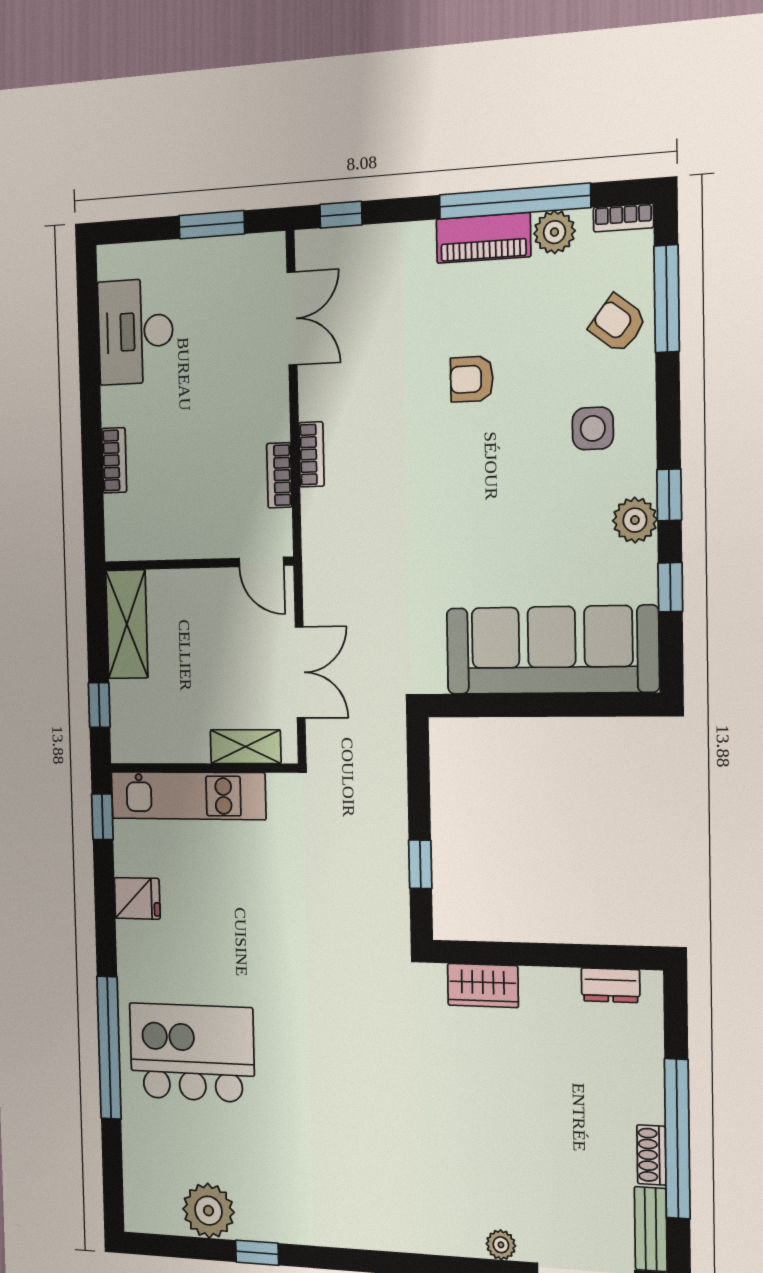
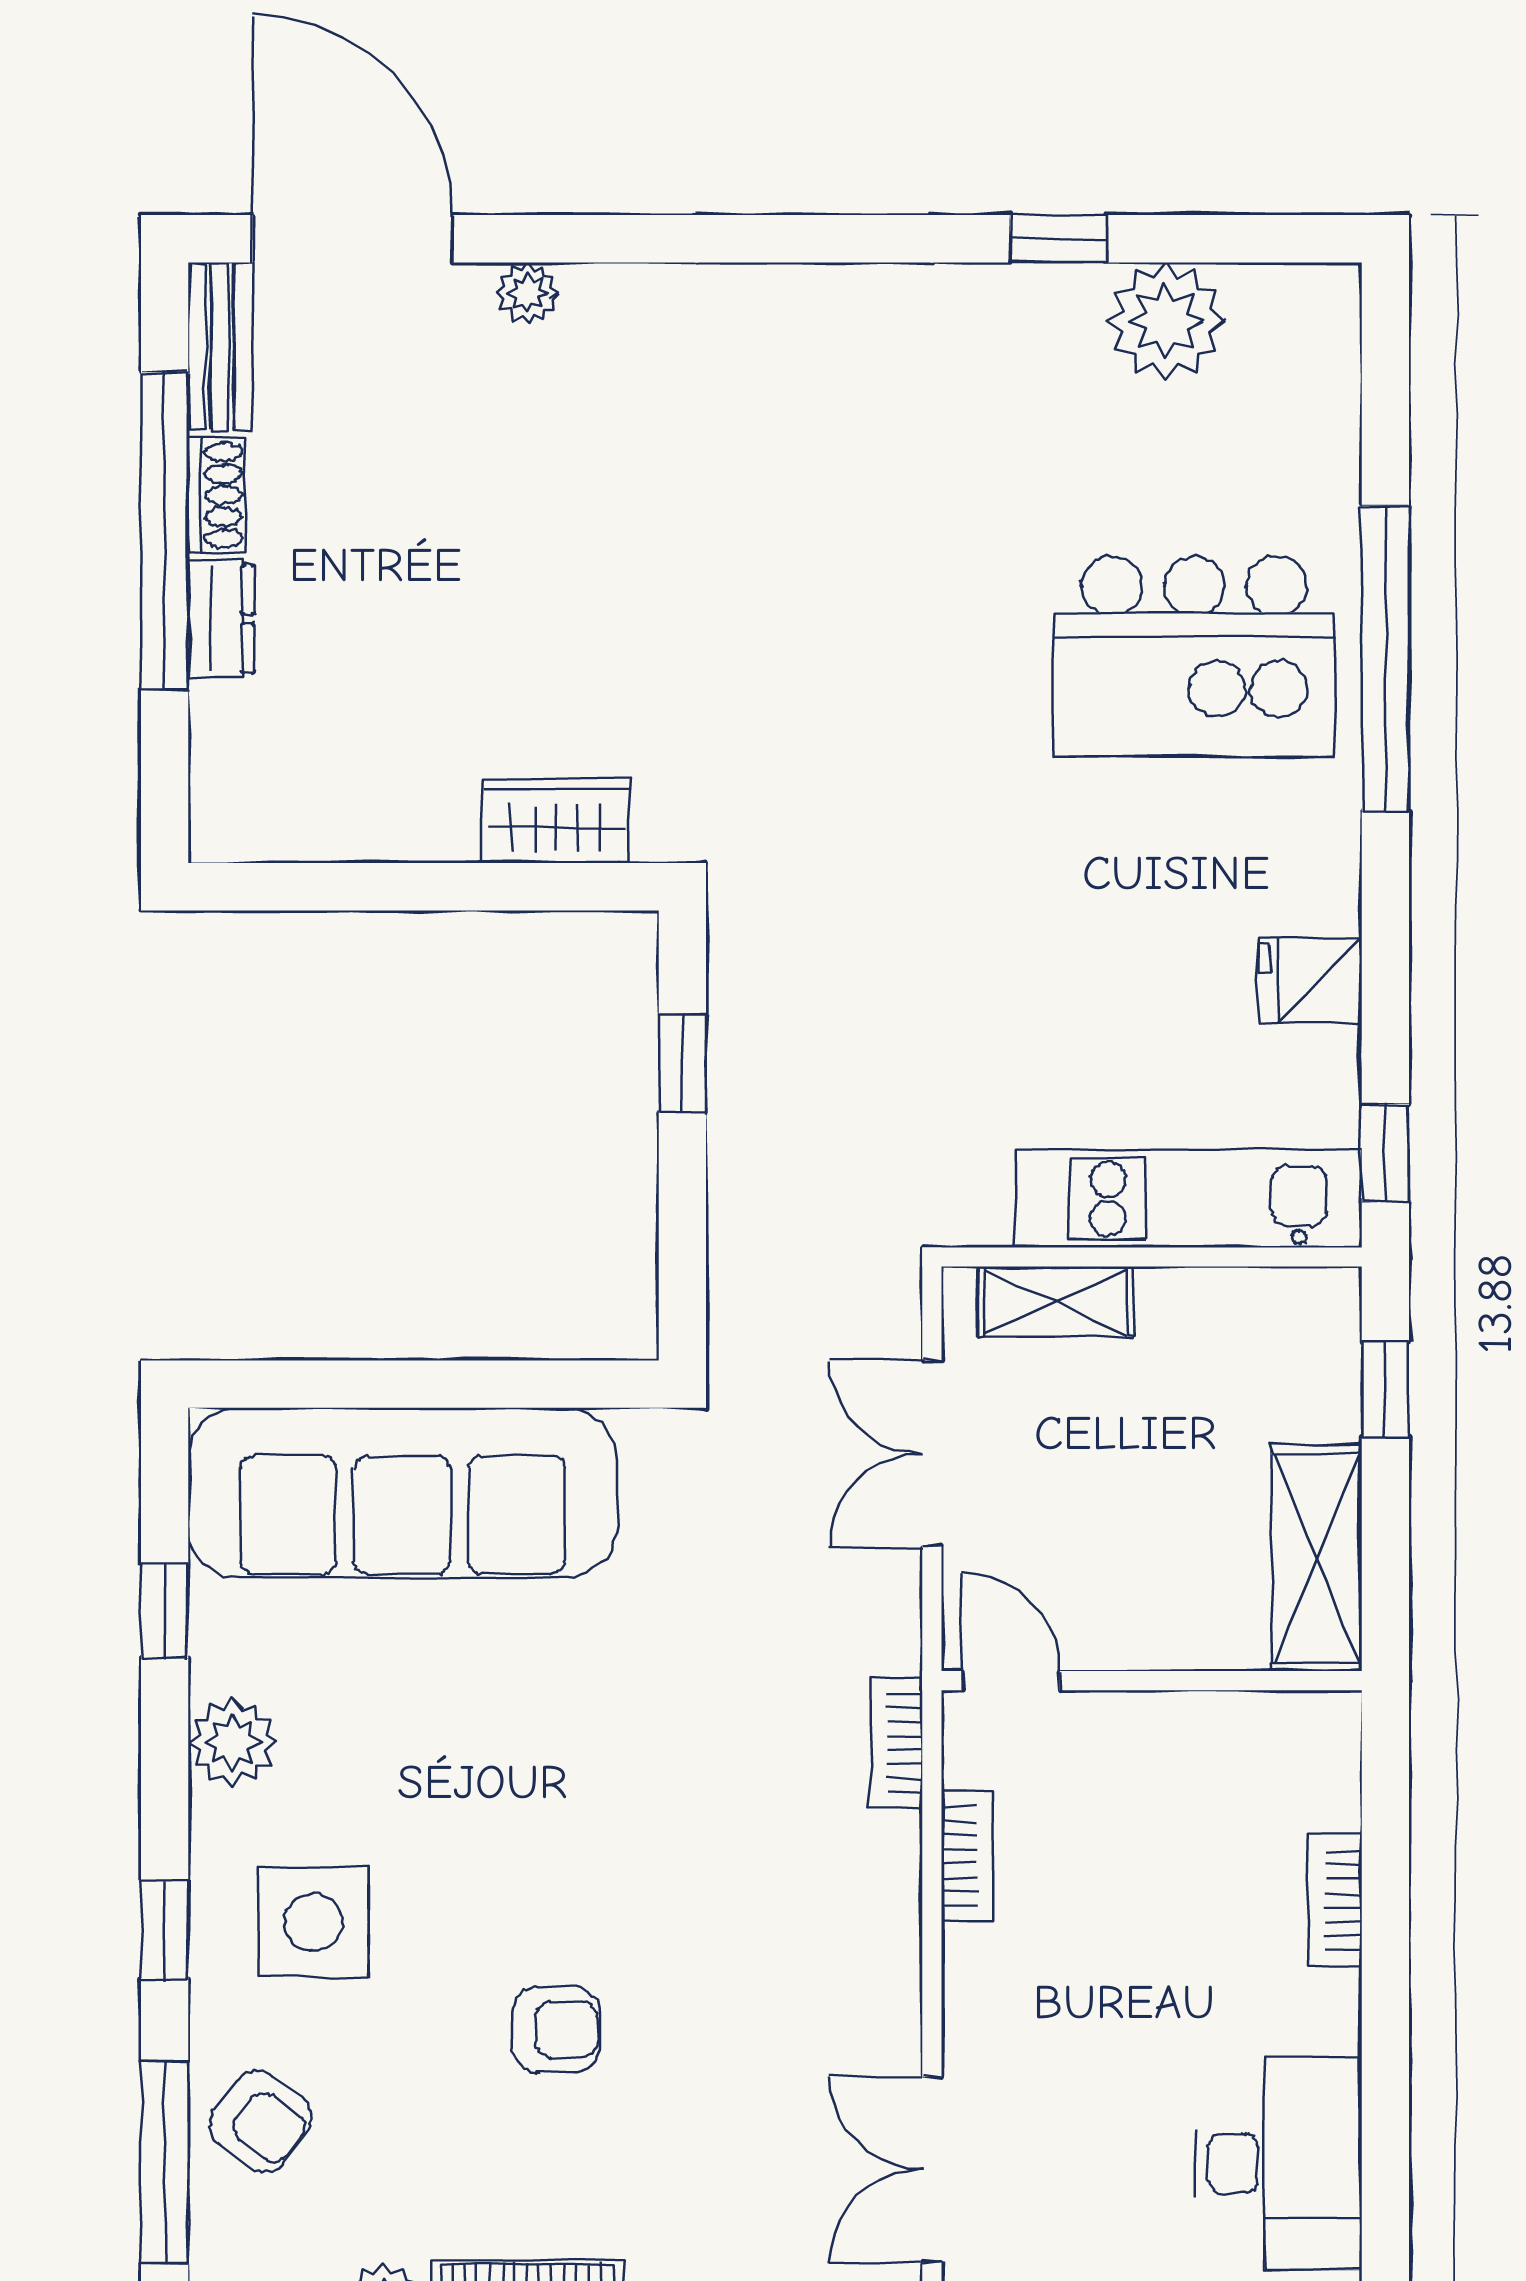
side table: (593, 428) -> (313, 1922), width x1.37, depth x1.37
bookcase: (311, 454) -> (896, 1743), moved
window: (669, 495) -> (165, 1930), moved
dresser: (611, 985) -> (221, 619), moved, turned 90

